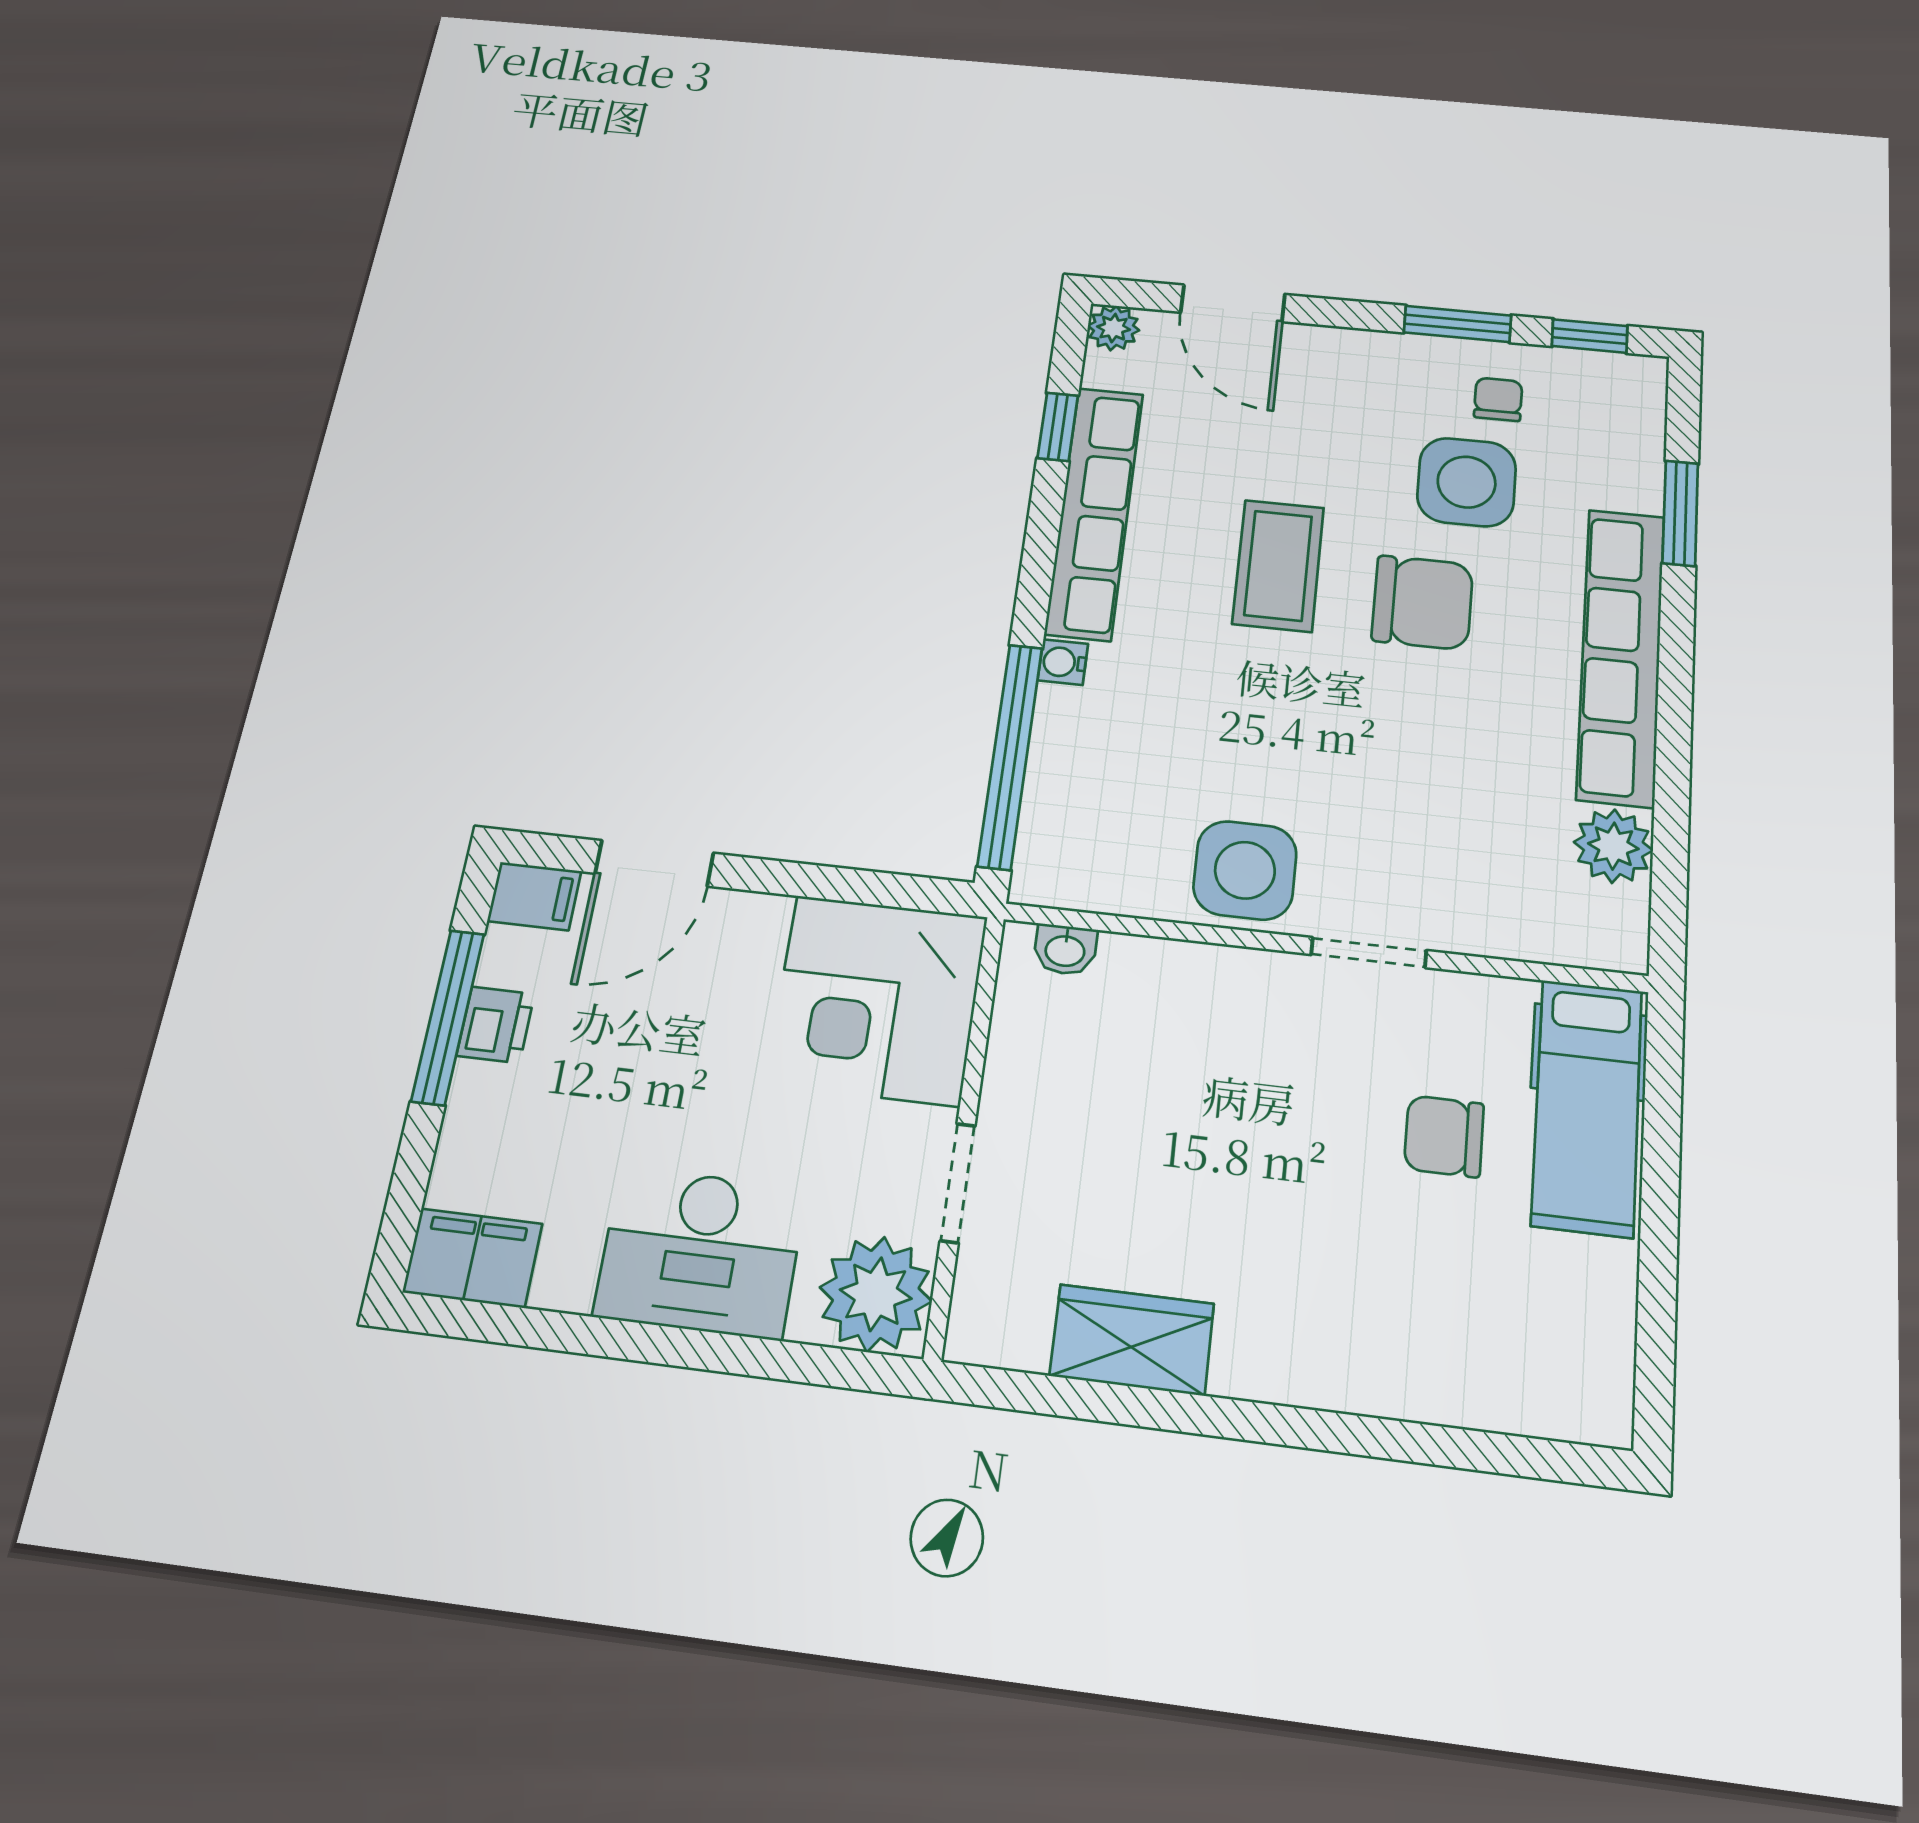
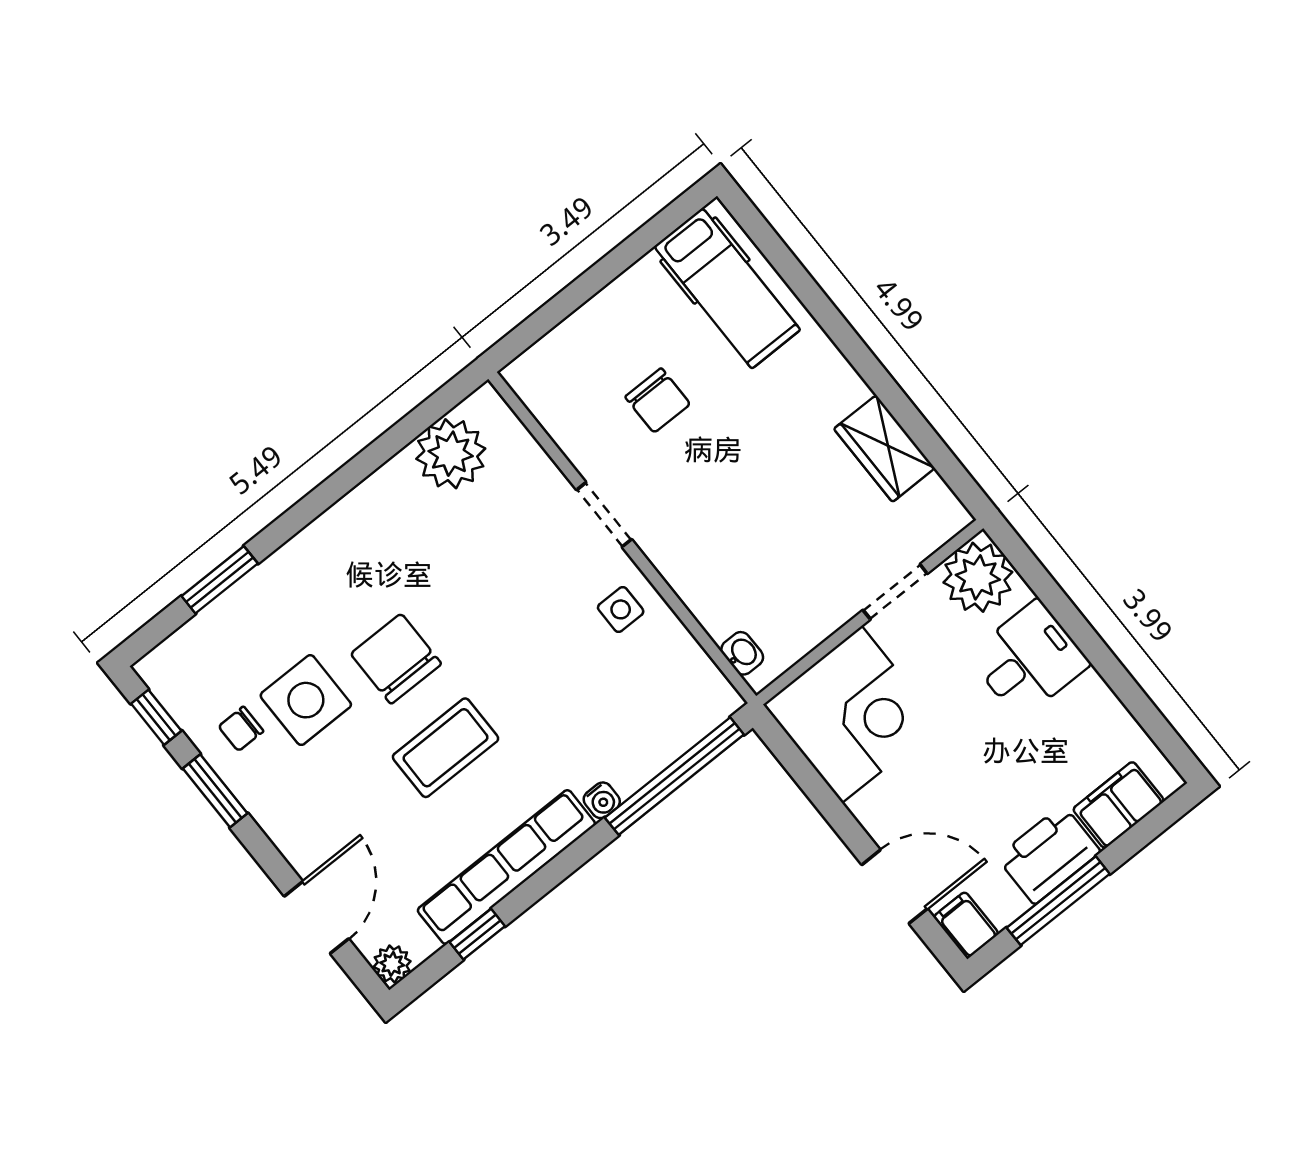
row of seats: (1621, 656) -> (331, 538), removed
plant: (1613, 846) -> (451, 454), width x1.36, depth x1.36
side table: (1245, 870) -> (621, 609), width x0.54, depth x0.54
printer: (496, 1025) -> (1049, 855), width x1.87, depth x1.48
hospital bed: (1587, 1107) -> (727, 288), moved, turned 90
desk: (700, 1252) -> (1029, 660), width x0.73
filing cabinet: (472, 1258) -> (1119, 805), moved, turned 90

